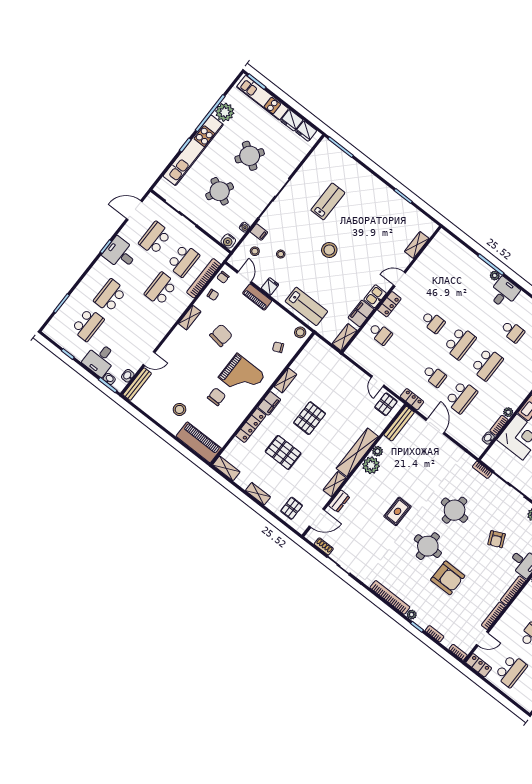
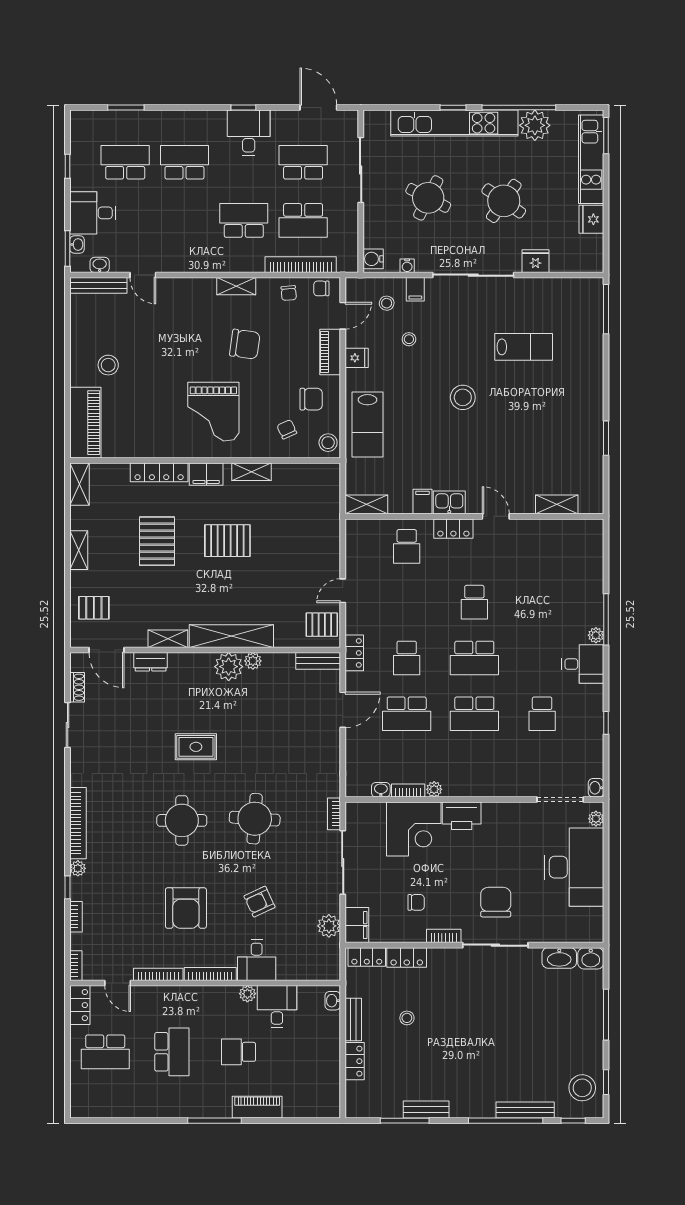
fridge: (306, 131) -> (535, 261), moved, turned 90
filing cabinet: (361, 313) -> (422, 502), width x0.50
school desk: (88, 325) -> (125, 162), turned 180
chair: (217, 397) -> (311, 399), moved
bench: (399, 424) -> (318, 661), width x0.73
armchair: (448, 578) -> (186, 908), moved

